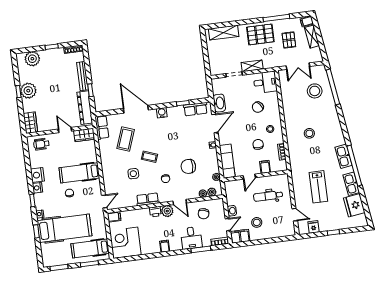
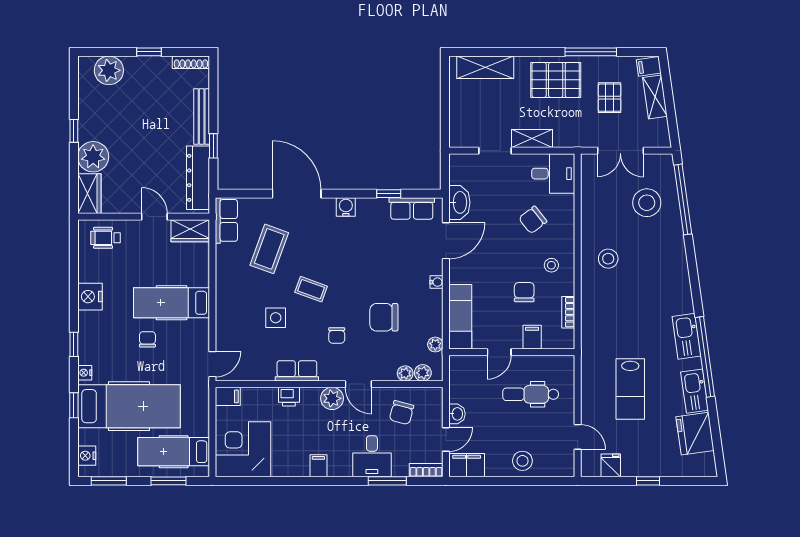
plant: (28, 91) -> (93, 157), moved
stool: (309, 133) -> (608, 259), moved
nightstand: (37, 188) -> (87, 456), moved
printer: (155, 212) -> (289, 397), moved
stool: (257, 222) -> (522, 461), moved

